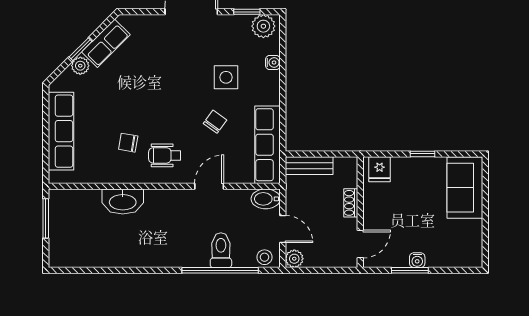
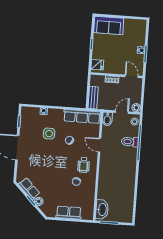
plant: (263, 26) -> (26, 114), removed
row of seats: (61, 131) -> (69, 213), width x0.68
washbasin: (123, 201) -> (102, 209), moved

